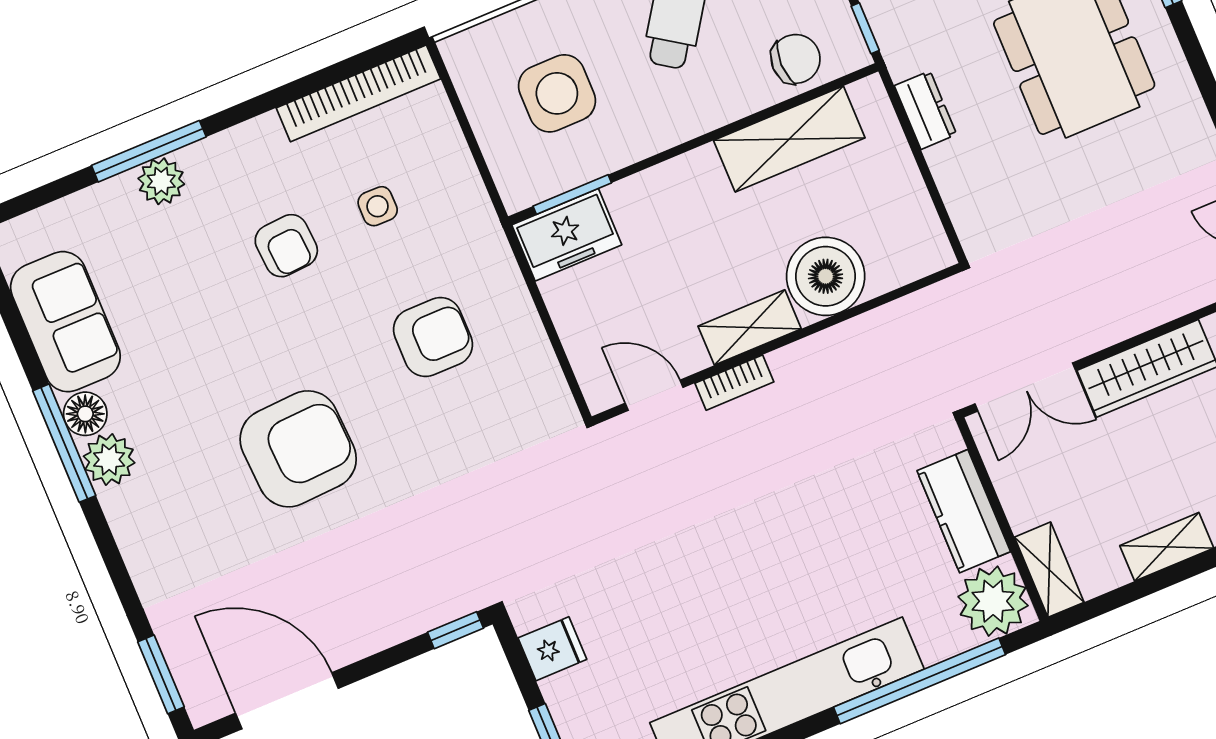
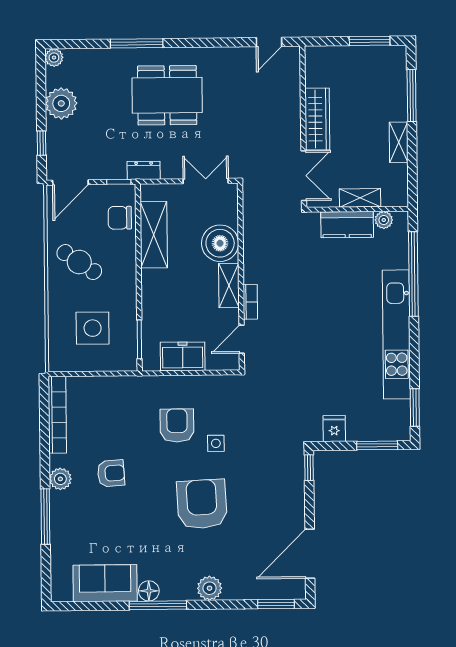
chair: (796, 59) -> (120, 218), turned -90
dresser: (925, 110) -> (144, 170), moved
plant: (161, 181) -> (60, 479), moved
double door: (936, 198) -> (206, 181), added
side table: (378, 206) -> (216, 443), moved
freezer: (567, 235) -> (183, 356), moved, turned -90
plant: (109, 460) -> (210, 588), moved
shelving: (1049, 570) -> (360, 198), moved
plant: (993, 601) -> (384, 220), width x0.53, depth x0.53

